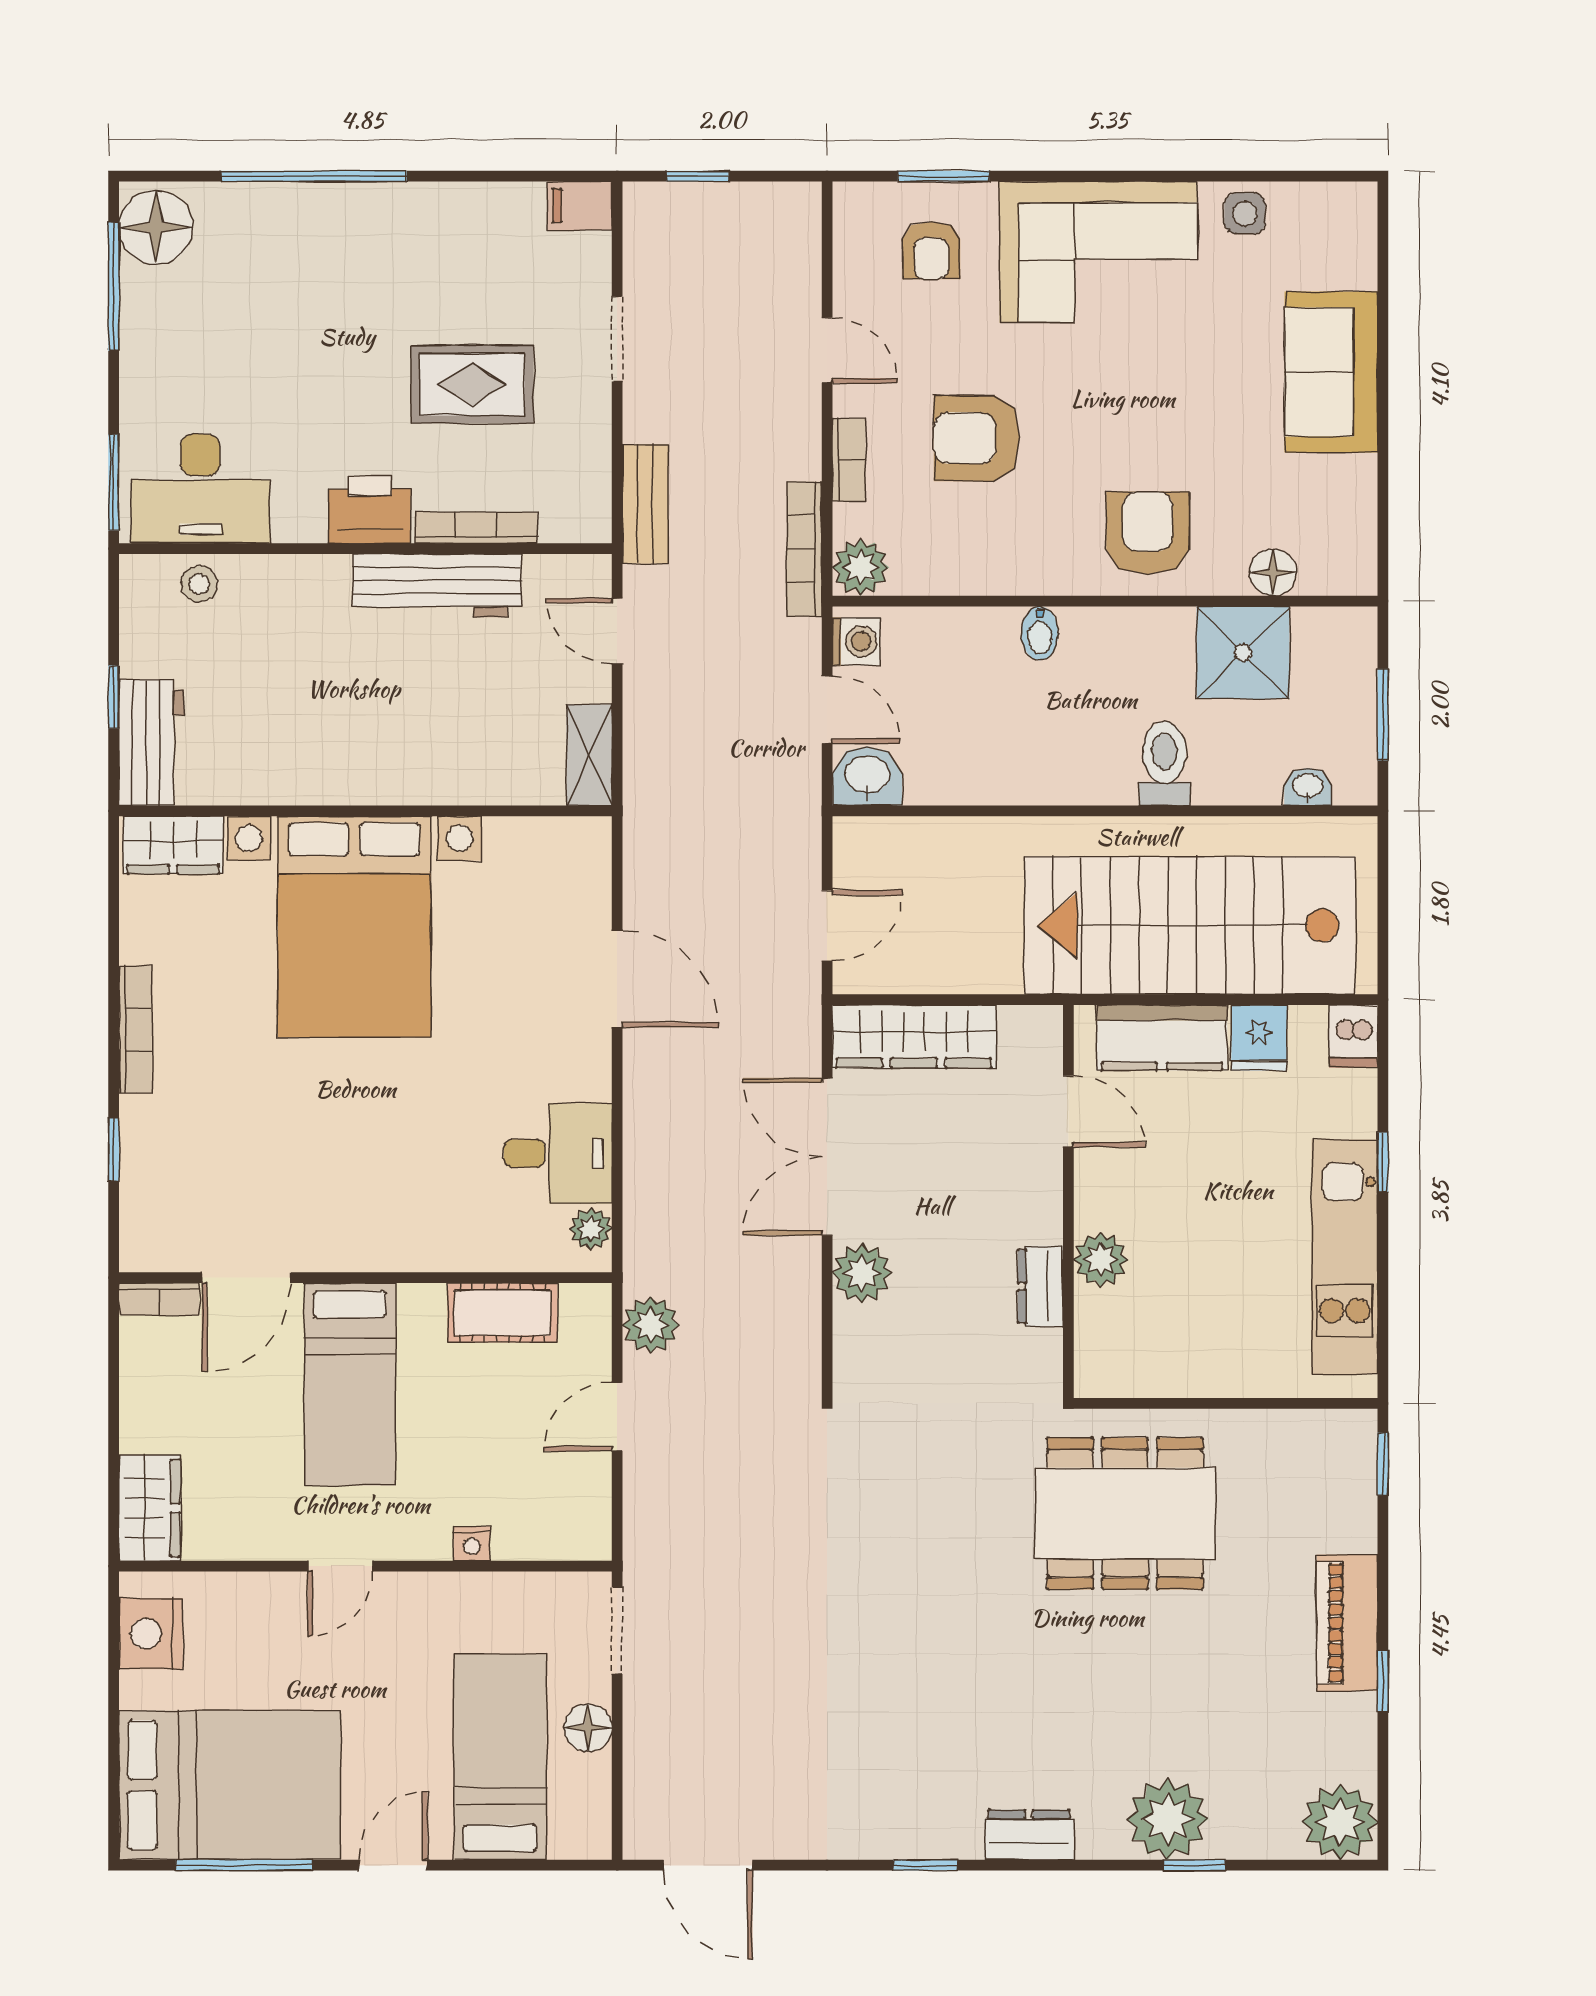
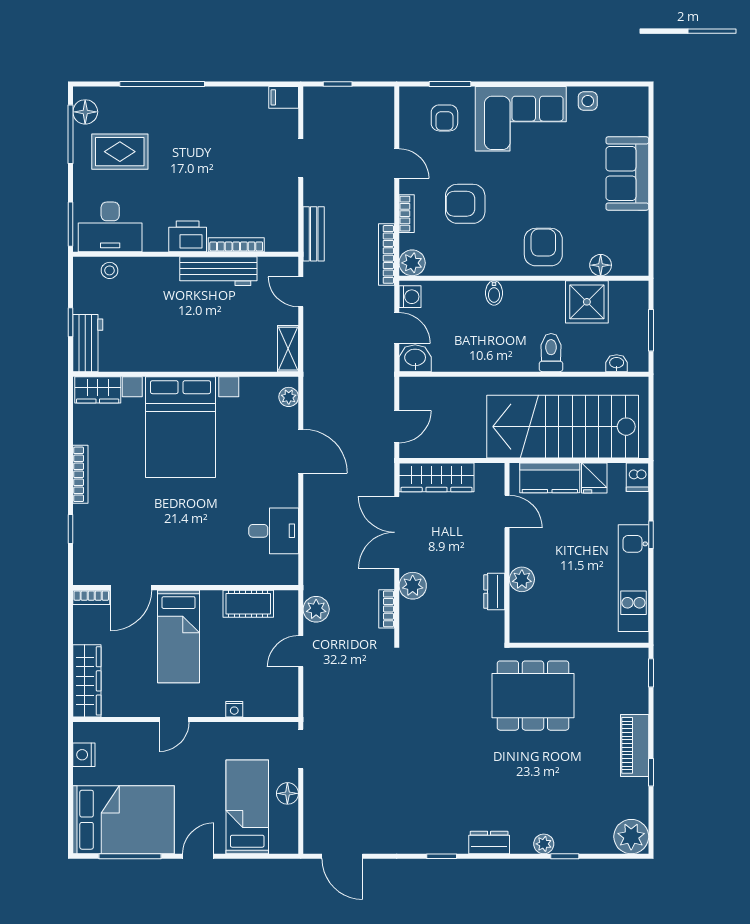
floor lamp: (156, 227) -> (85, 112), width x0.73, depth x0.73
rug: (472, 384) -> (120, 152), moved
plant: (591, 1229) -> (289, 397), moved
bookcase: (805, 1324) -> (387, 609), added
wardrobe: (150, 1508) -> (87, 681), width x1.50
nightstand: (151, 1634) -> (84, 755), width x0.74, depth x0.75
plant: (1168, 1819) -> (544, 844), width x0.53, depth x0.53

